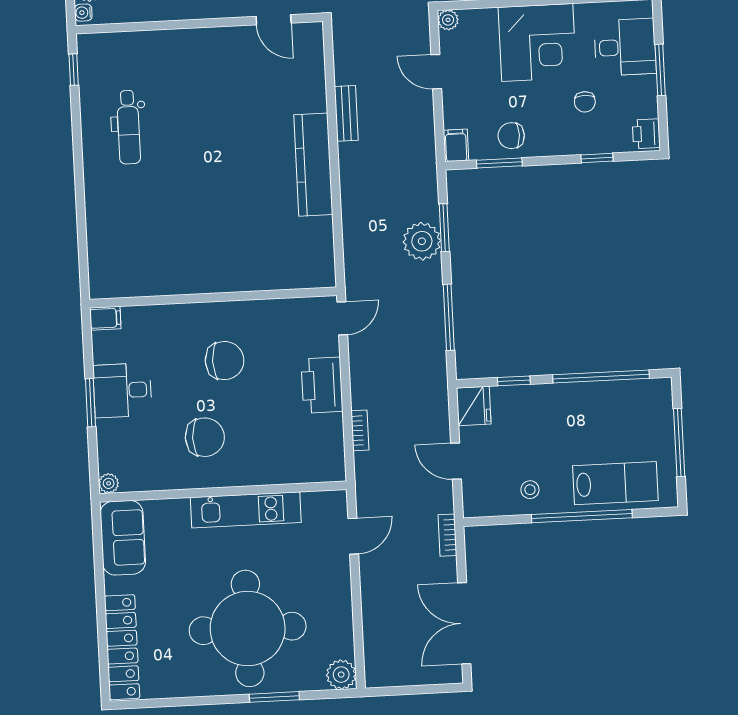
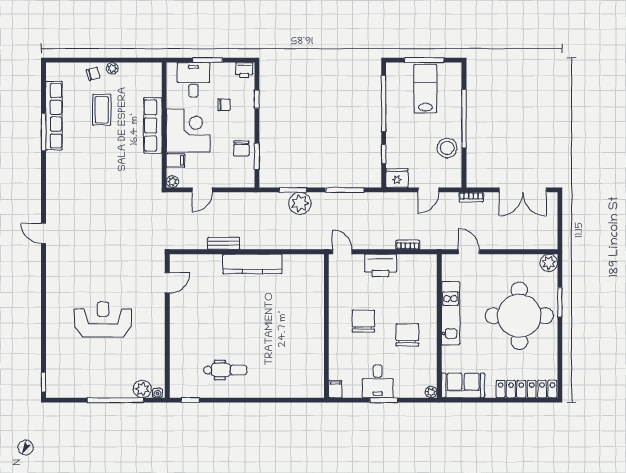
filing cabinet: (456, 145) -> (176, 160), moved, turned 180
lab bench: (615, 483) -> (425, 89), moved
stool: (530, 490) -> (447, 148), width x1.89, depth x1.89

